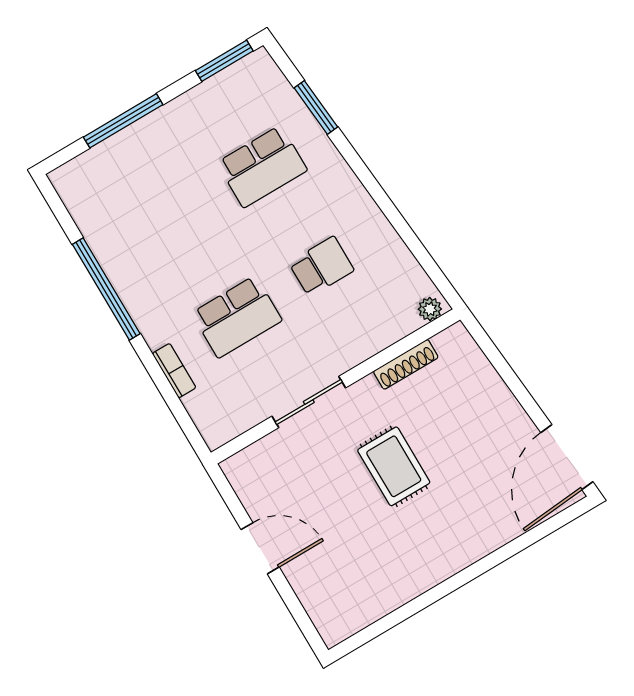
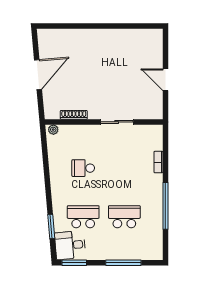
desk: (254, 92) -> (70, 245), added
school desk: (237, 317) -> (124, 217), moved
door: (567, 457) -> (38, 75), moved
rug: (394, 466) -> (100, 81), removed

